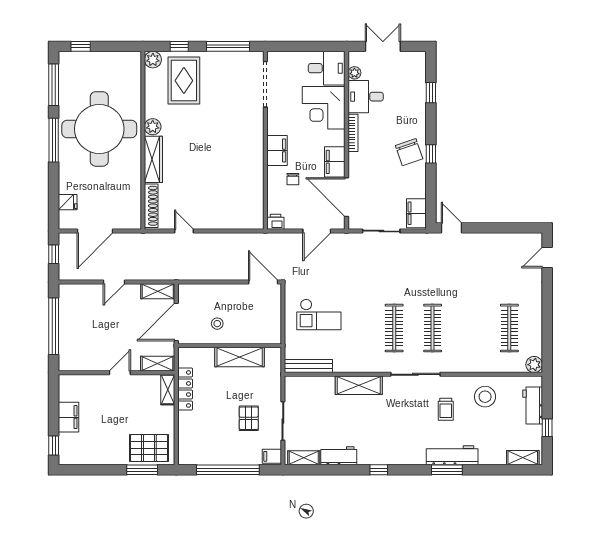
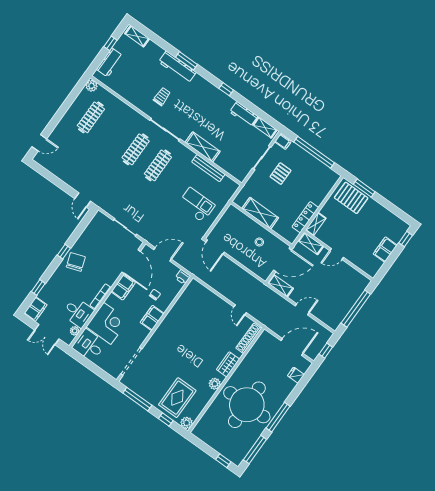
wardrobe: (153, 159) -> (228, 364), width x0.67
filing cabinet: (416, 213) -> (36, 309), moved
bench: (308, 366) -> (208, 168), moved
stool: (485, 397) -> (134, 87), removed

